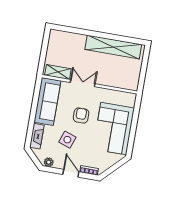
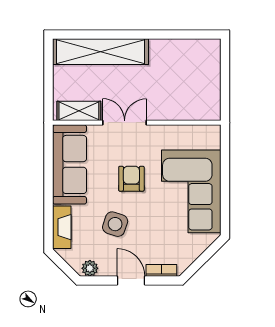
shelving: (113, 47) -> (101, 52), moved

